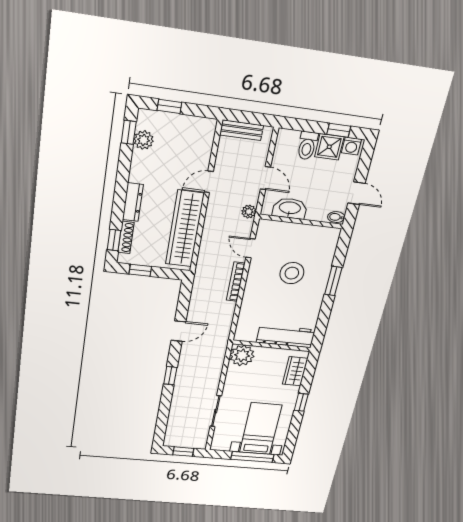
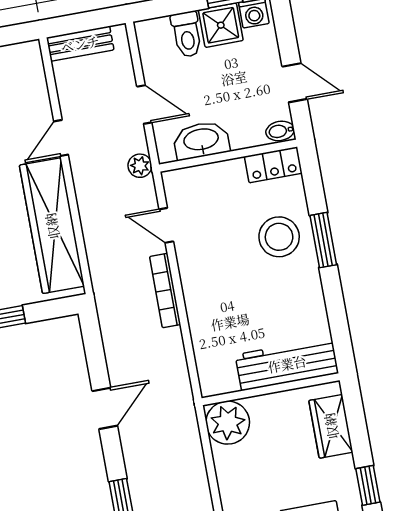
locker: (324, 234) -> (273, 165), added
stool: (292, 273) -> (279, 237), moved

